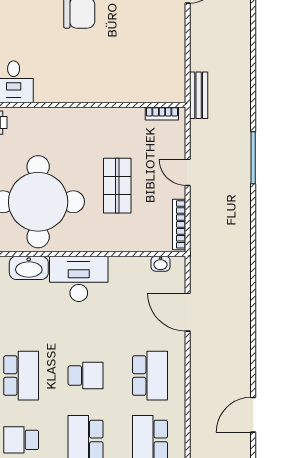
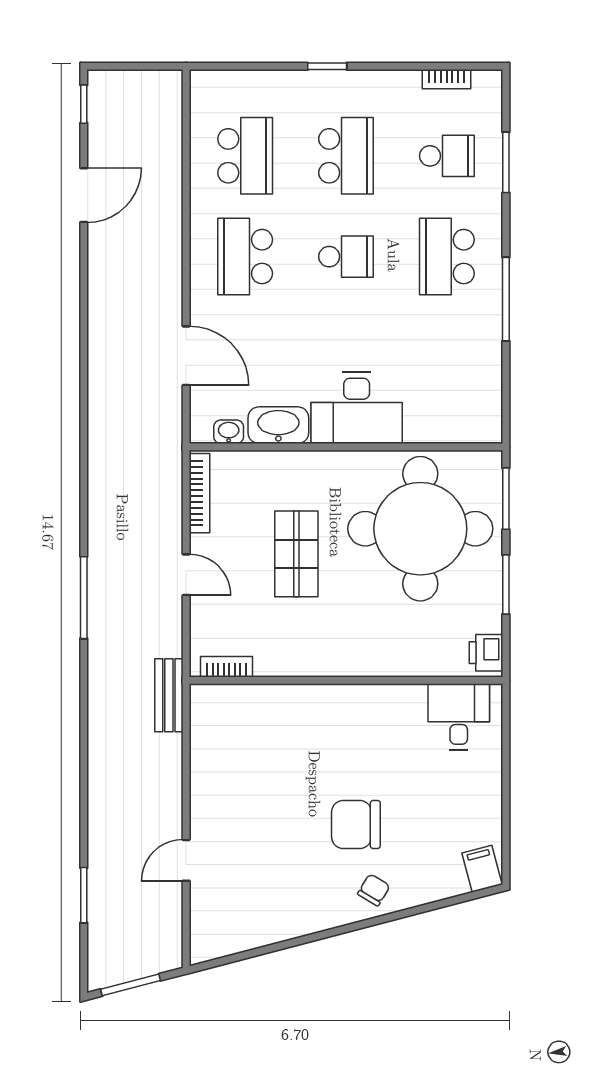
washbasin: (29, 268) -> (278, 425), moved
school desk: (86, 376) -> (346, 257), turned 180

